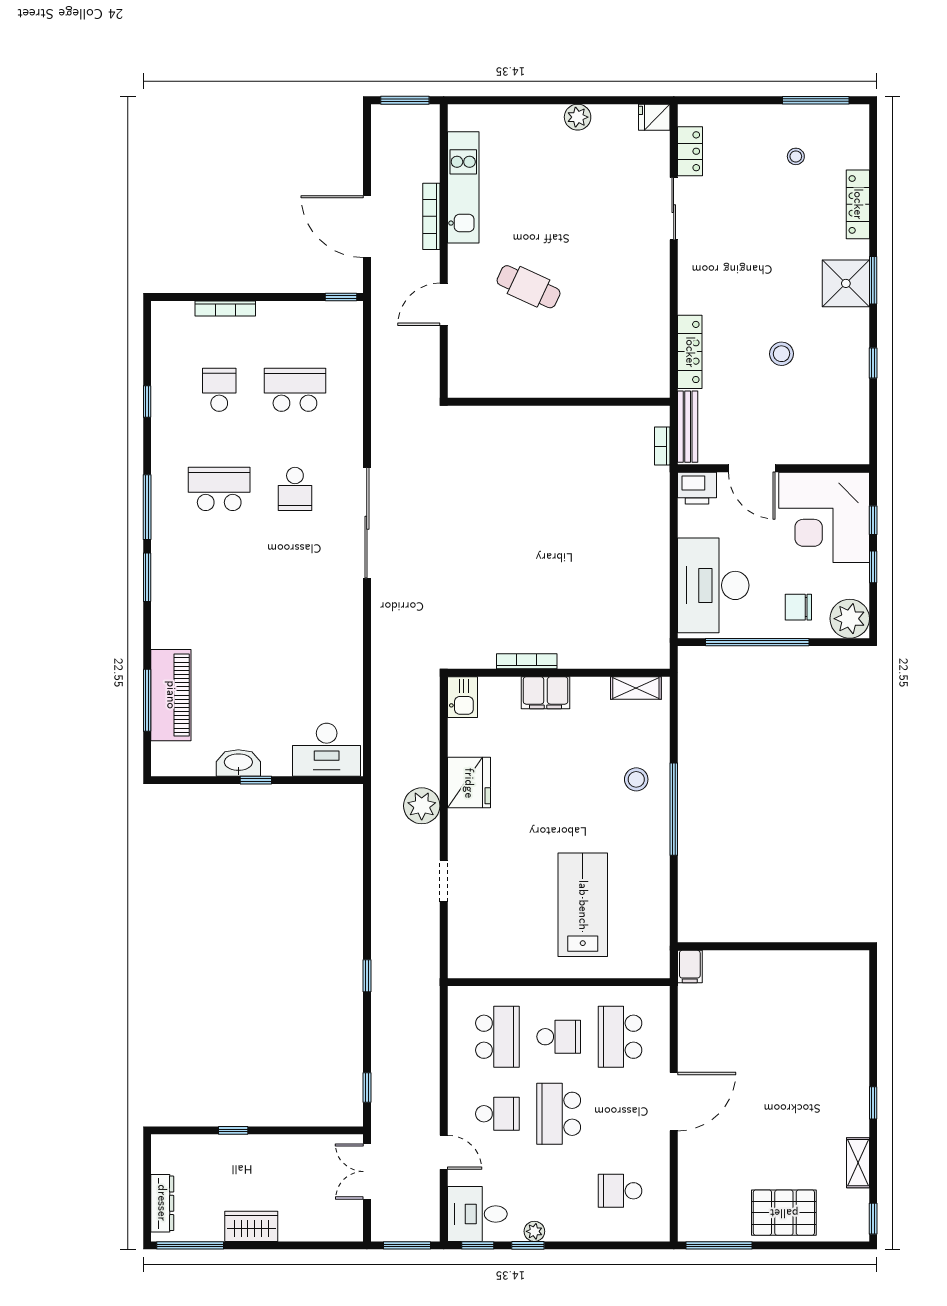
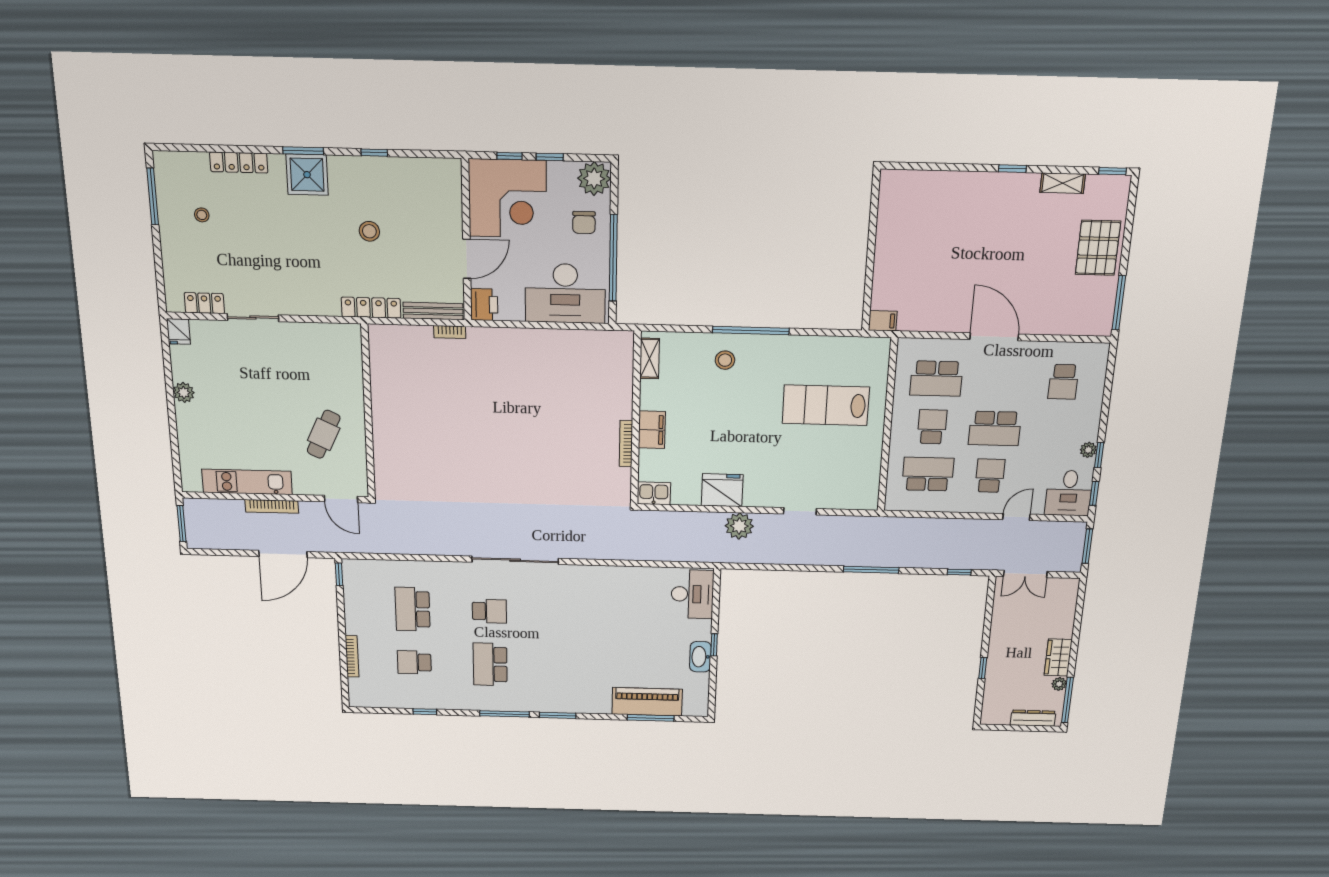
wall: (559, 402) -> (368, 412), moved
window: (367, 976) -> (871, 570), width x2.17
plant: (213, 1232) -> (1059, 684), added

